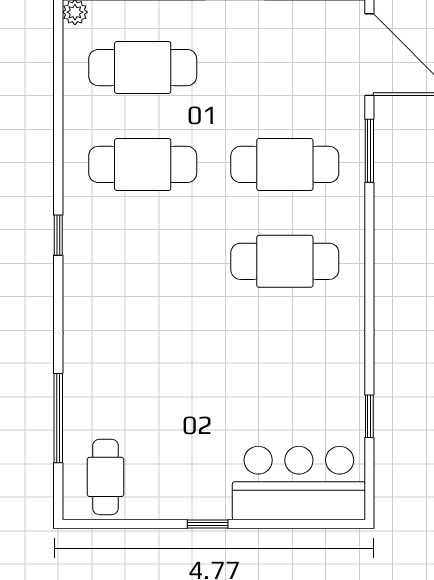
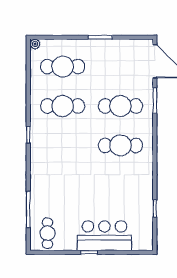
bar counter: (299, 483) -> (104, 236), moved

